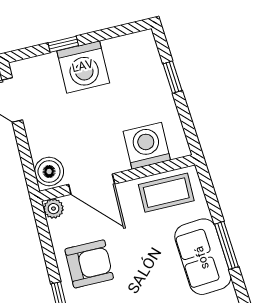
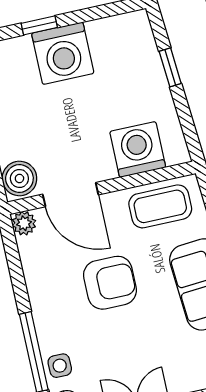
armchair: (89, 264) -> (110, 283), moved

